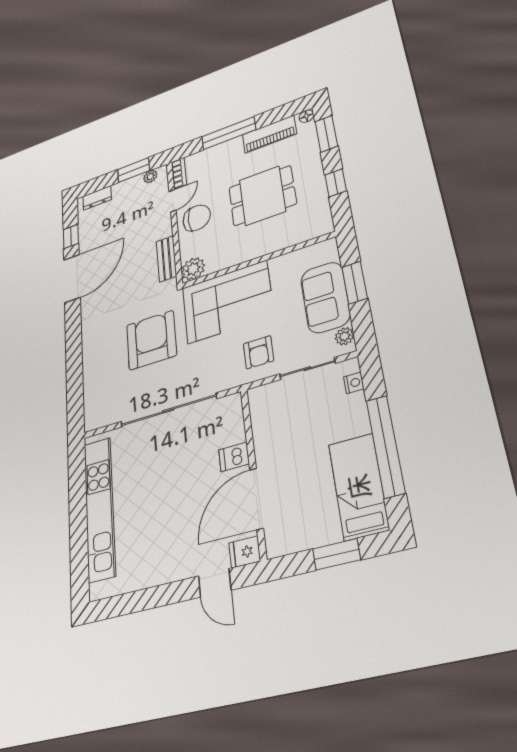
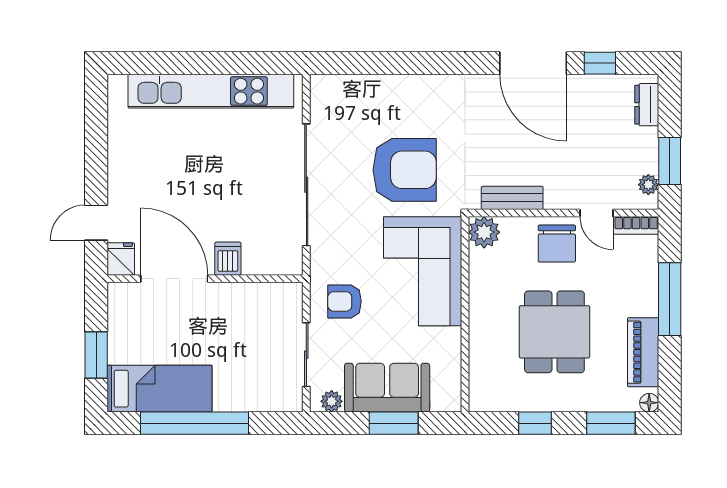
nightstand: (354, 383) -> (274, 402), removed

